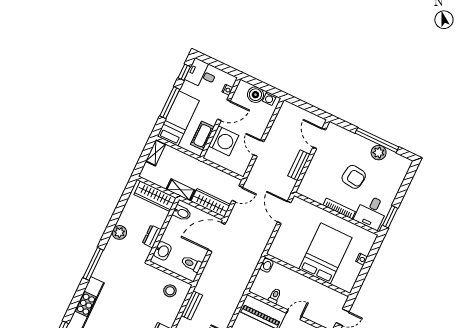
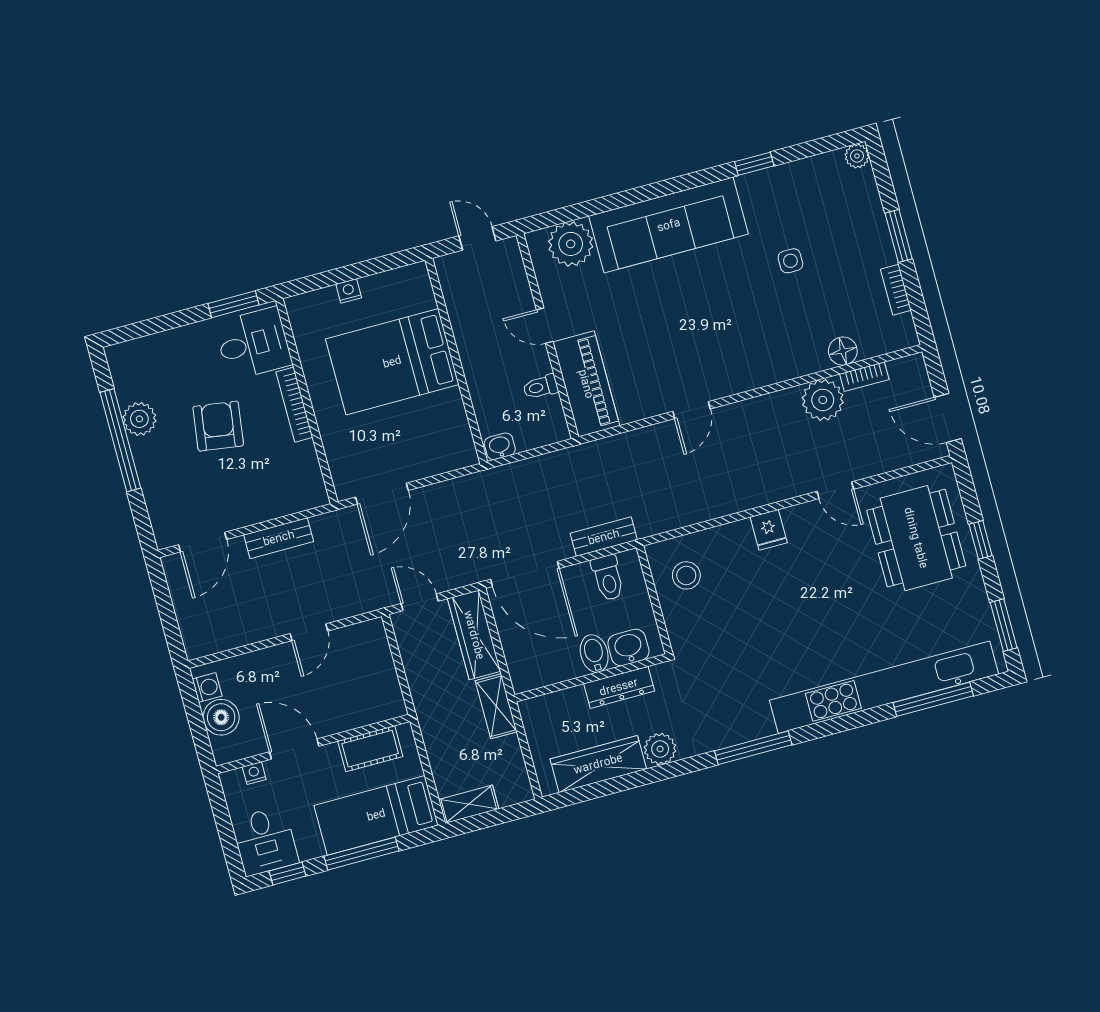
washing machine: (224, 141) -> (348, 704), removed
wardrobe: (155, 196) -> (598, 764), moved, turned -90
bidet: (182, 213) -> (594, 654), moved
dresser: (152, 236) -> (619, 687), width x1.44
bench: (192, 305) -> (604, 537), moved

